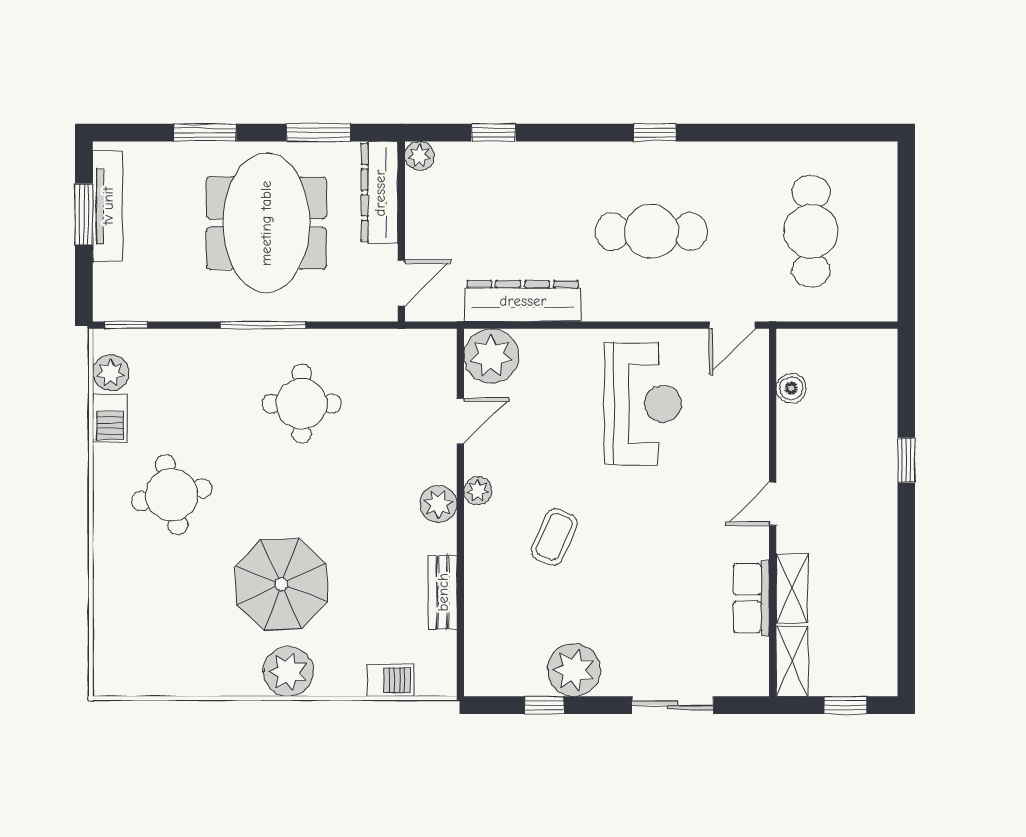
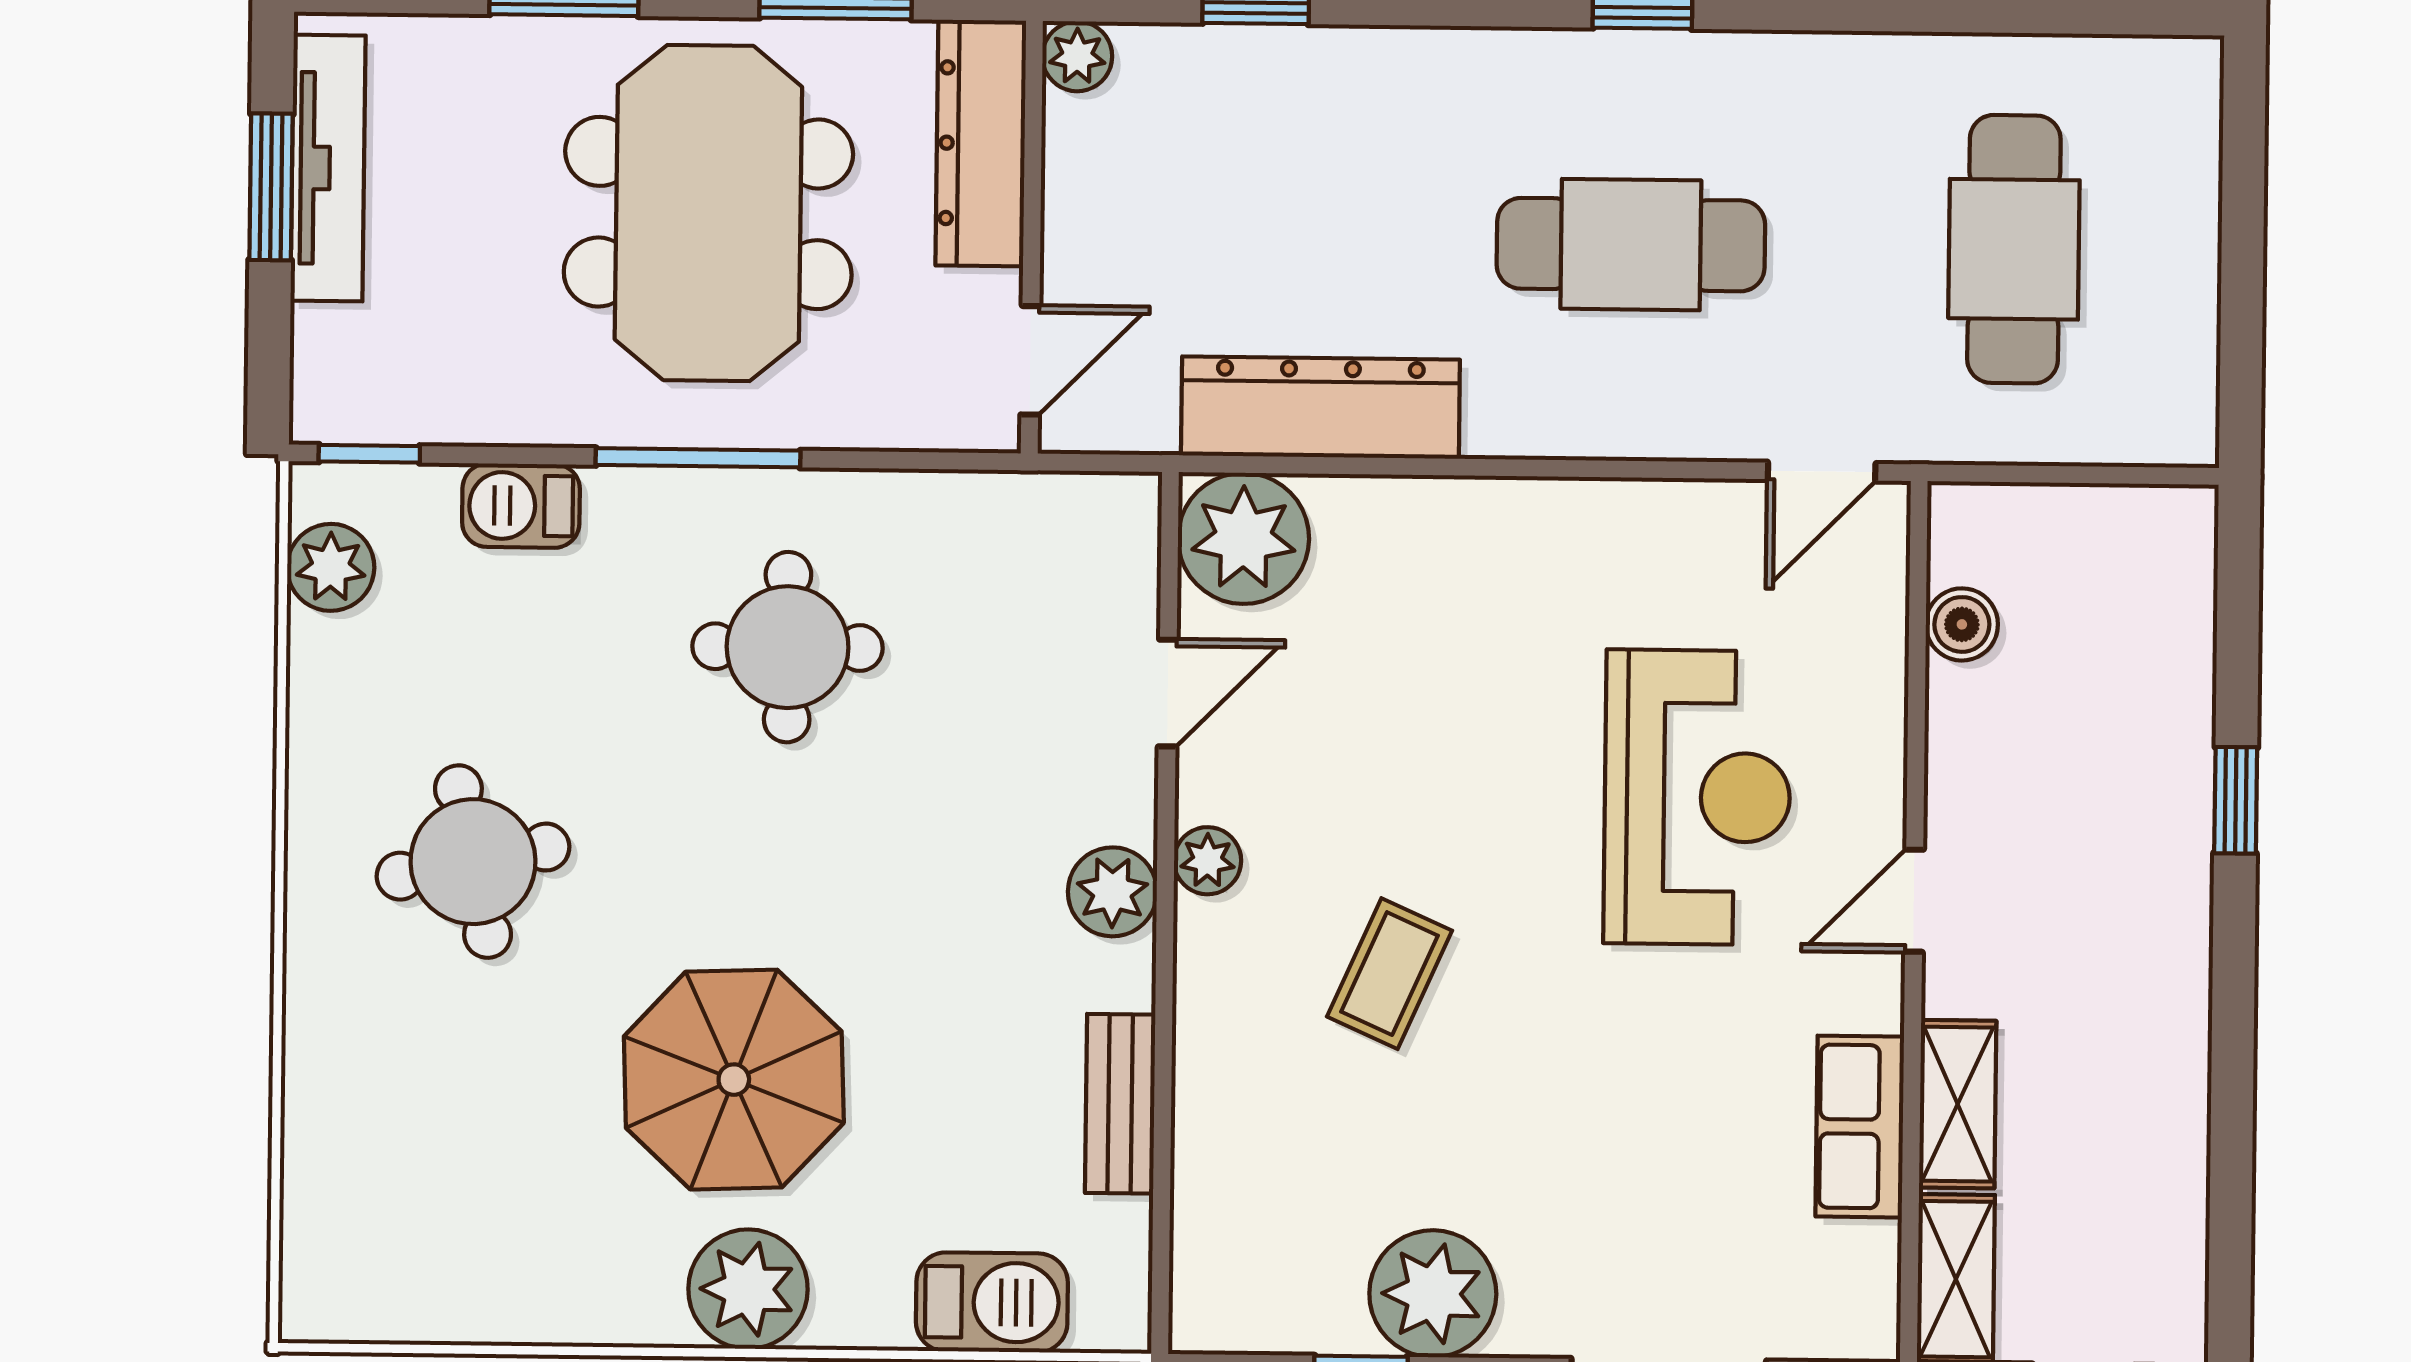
reception desk: (643, 404) -> (1697, 797), moved
barbecue: (110, 418) -> (521, 506), moved, turned 90
barbecue: (390, 680) -> (992, 1302), width x1.38, depth x1.27

